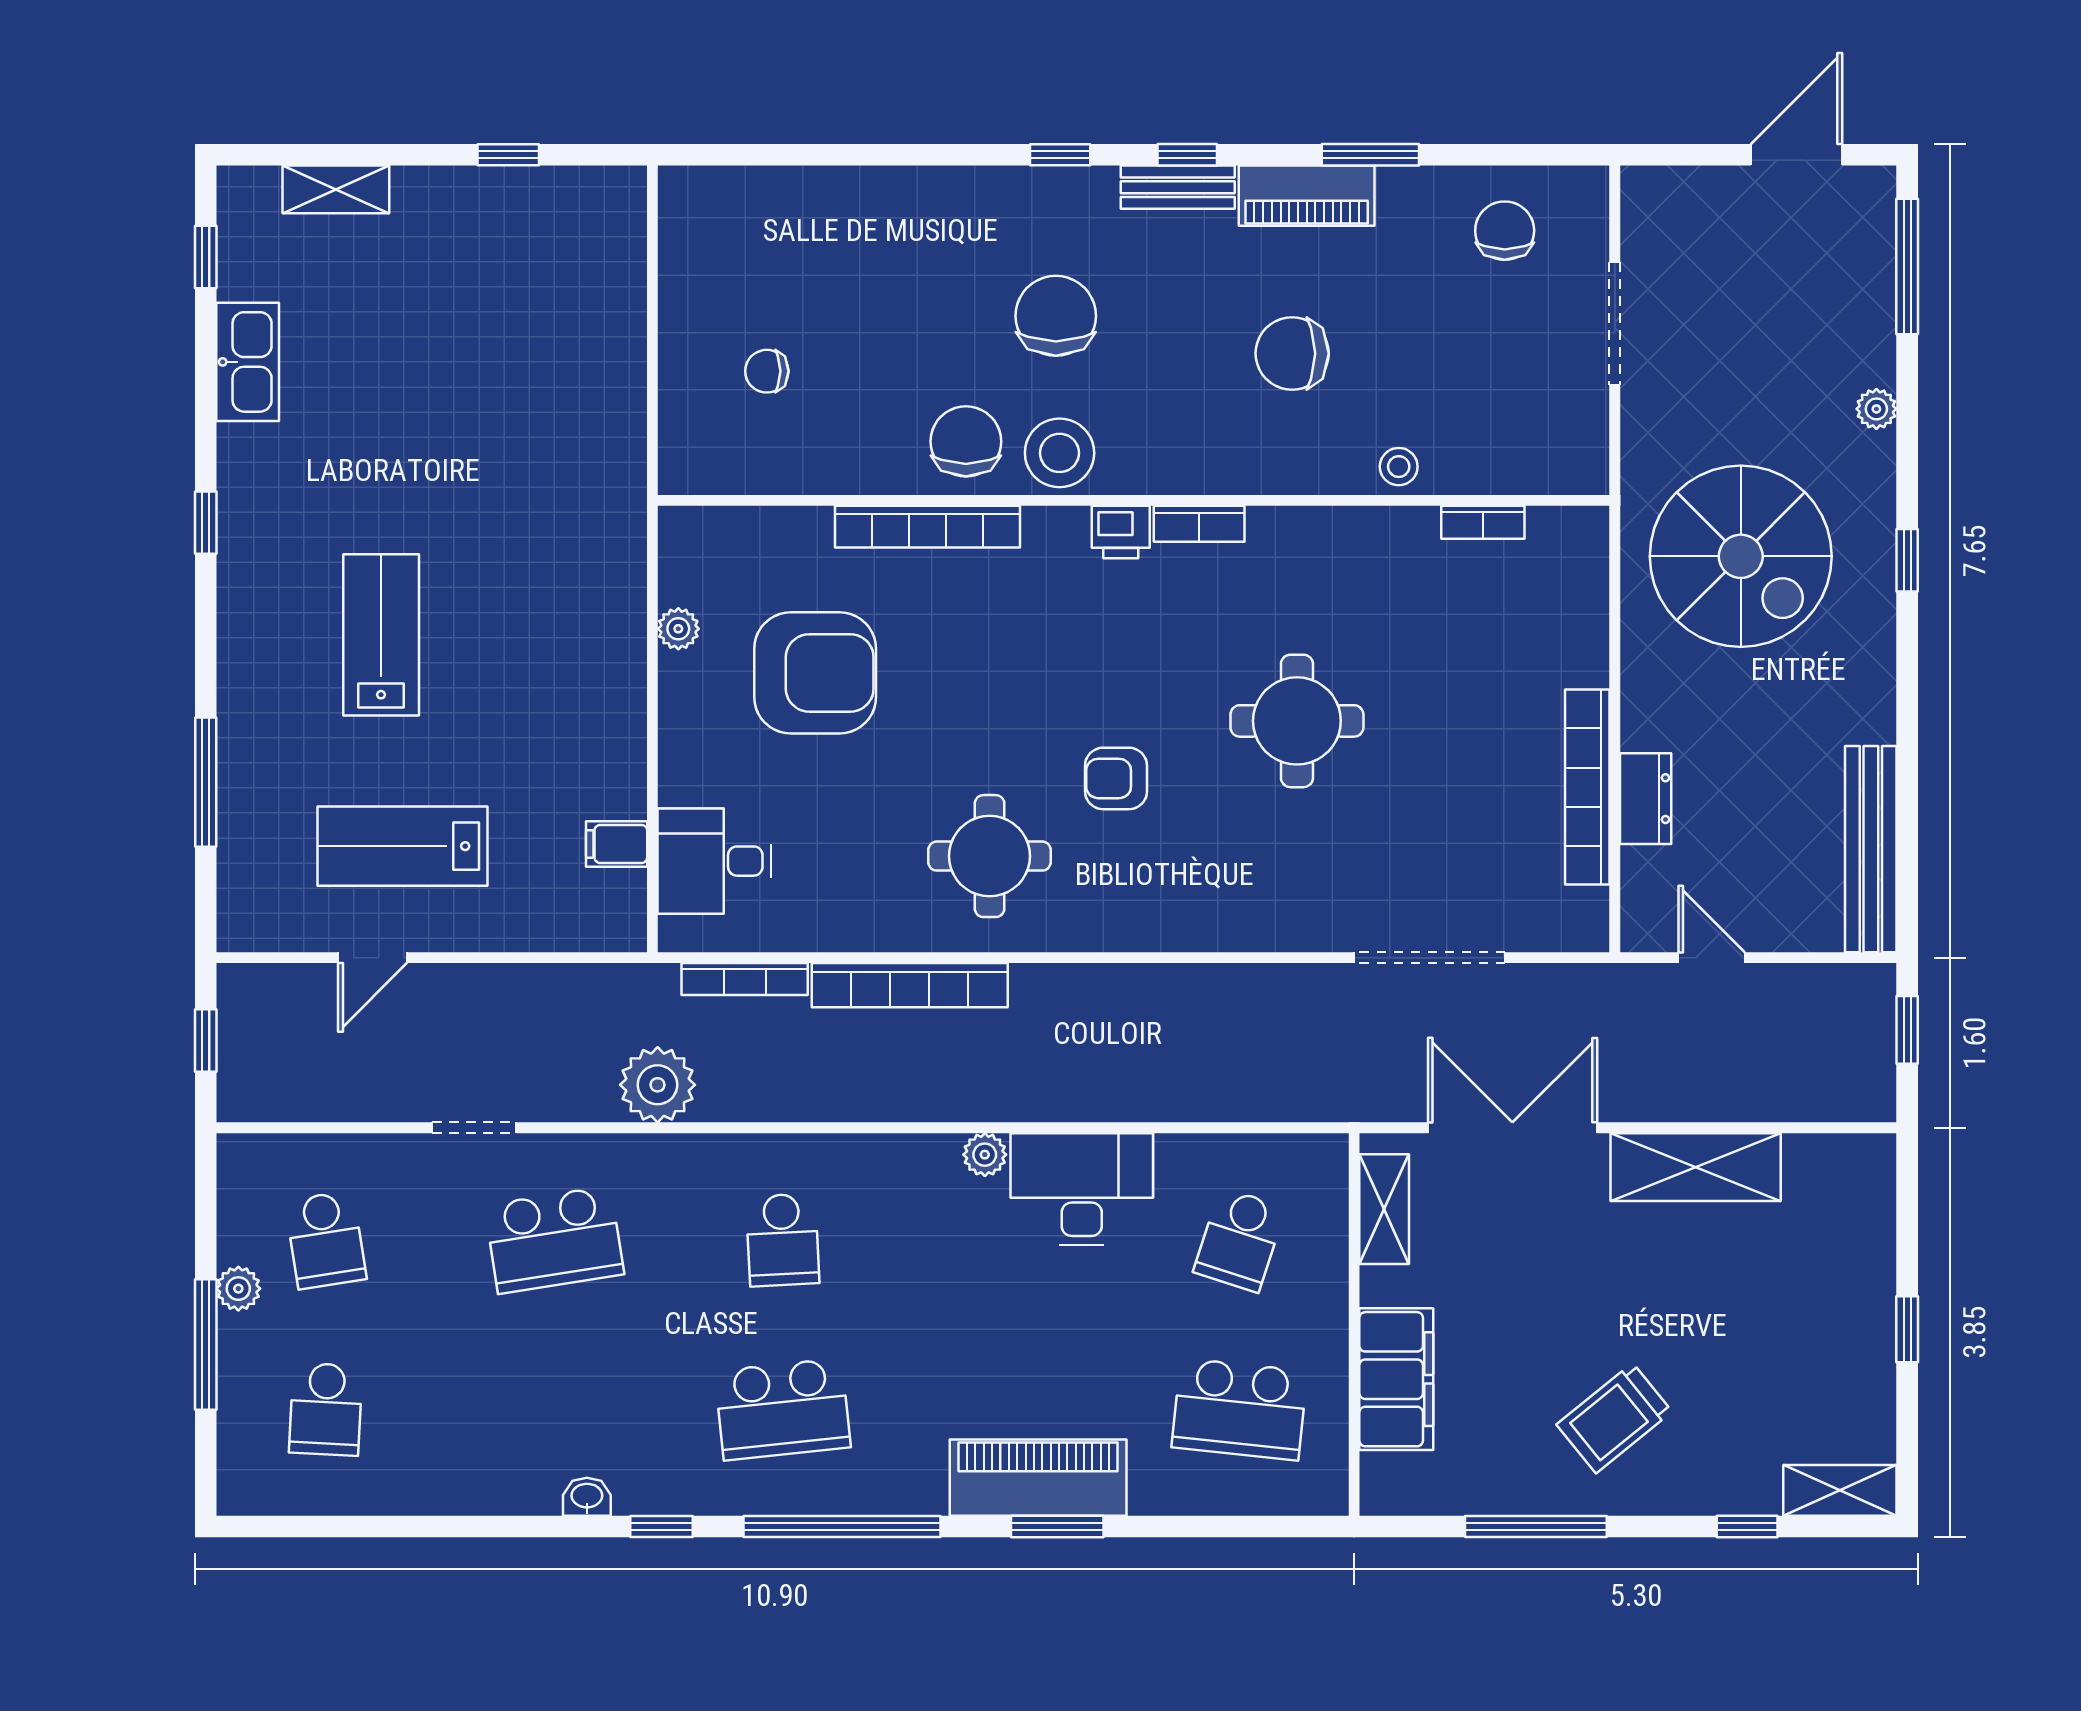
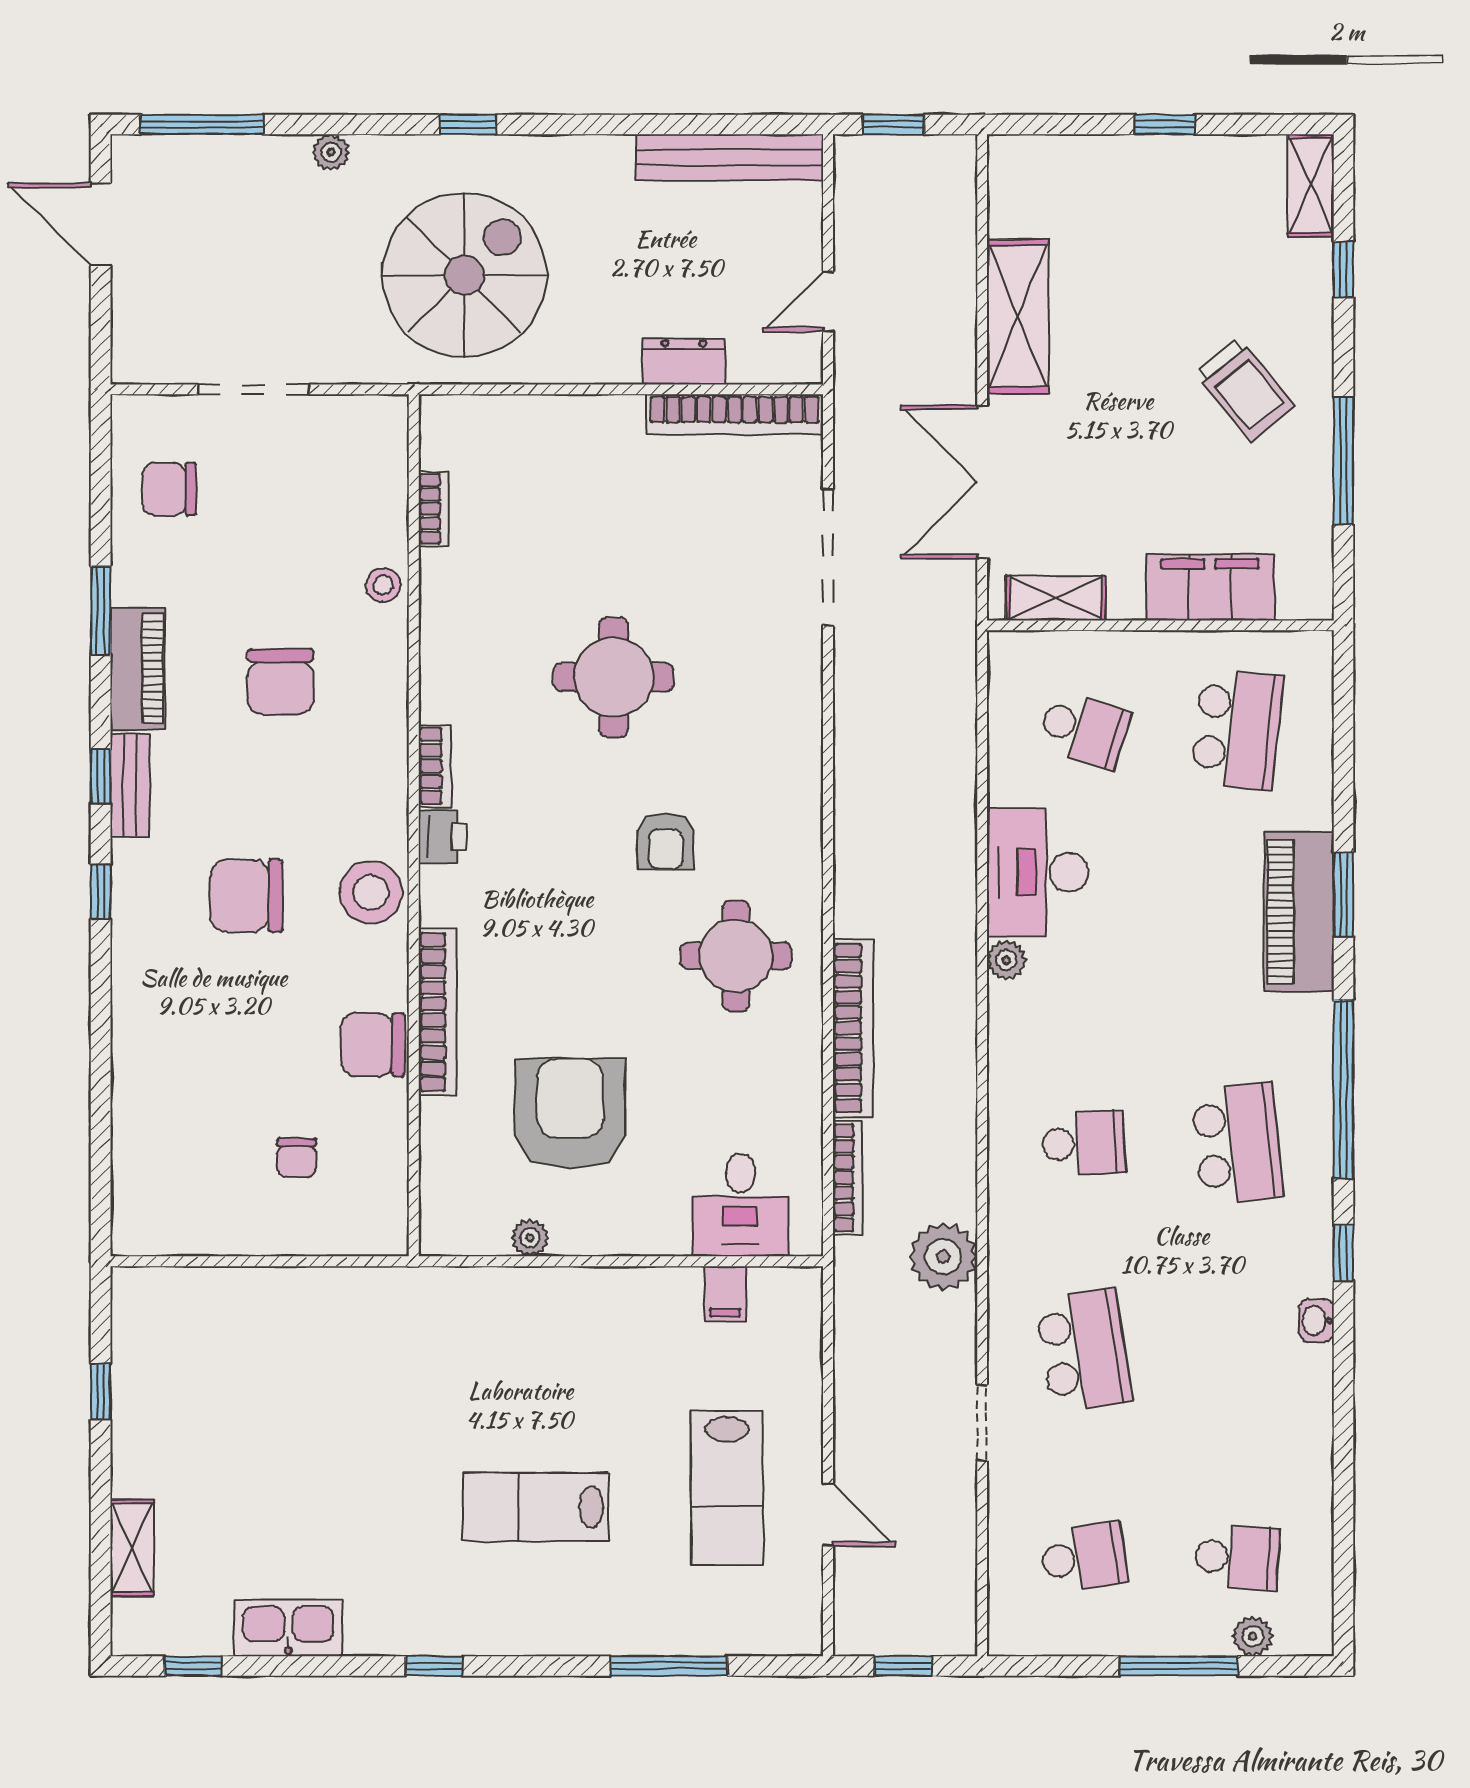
chair: (966, 441) -> (373, 1045), moved
bookcase: (1587, 787) -> (735, 414), moved
plant: (238, 1289) -> (1253, 1636), moved

